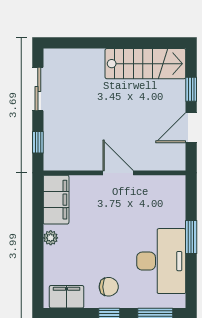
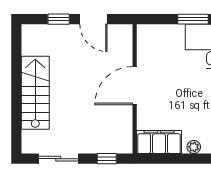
stairs: (145, 64) -> (35, 93), moved
door: (118, 173) -> (135, 86), width x1.36

